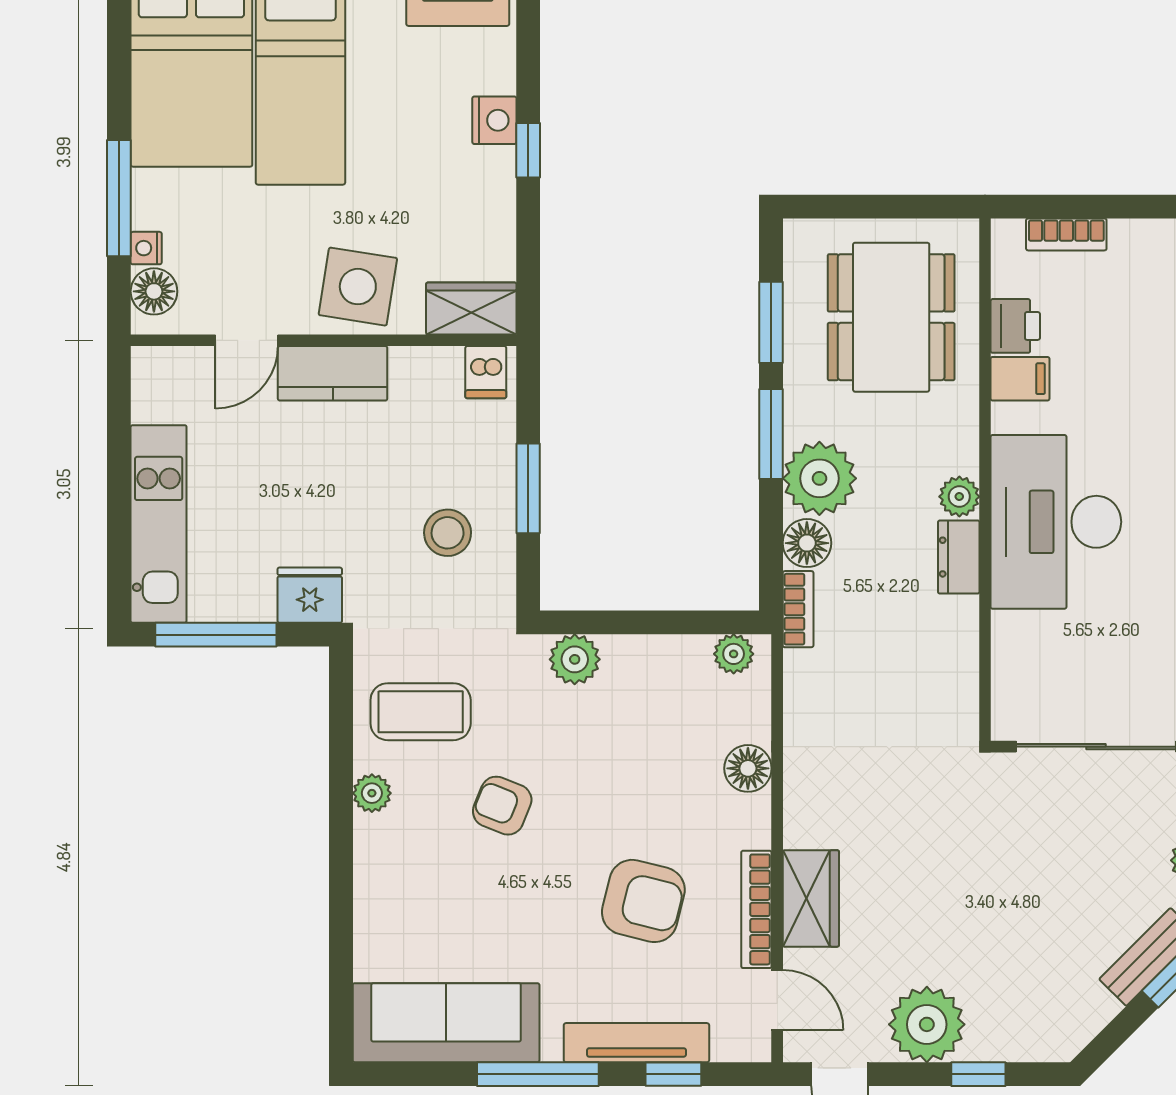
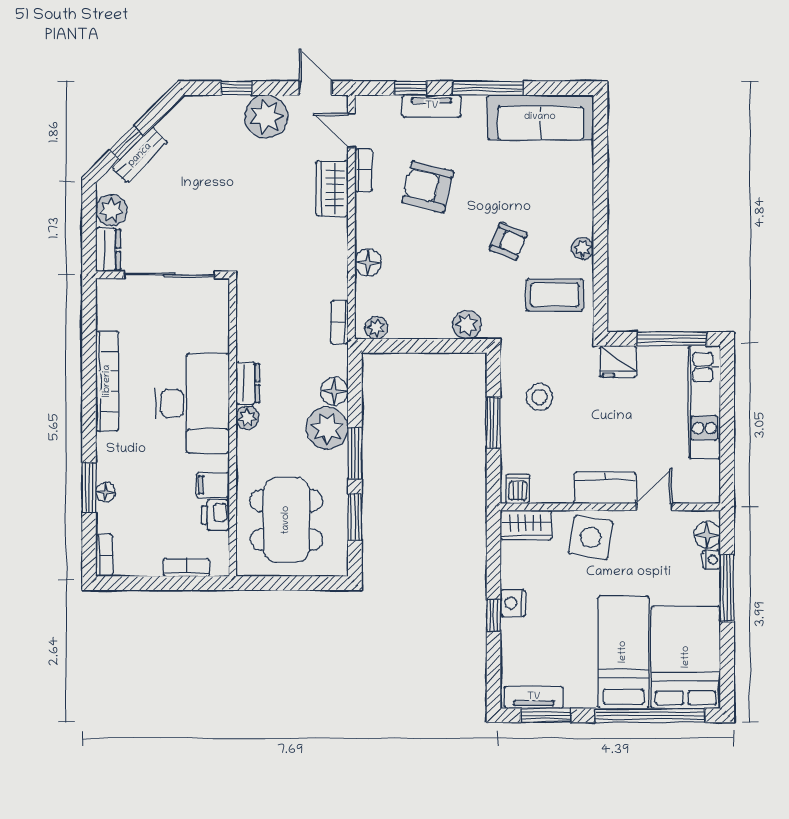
nightstand: (494, 120) -> (513, 603), moved
bookcase: (798, 609) -> (339, 322), moved
bookcase: (756, 909) -> (363, 170), width x0.64
tv unit: (636, 1043) -> (432, 106), width x0.71

